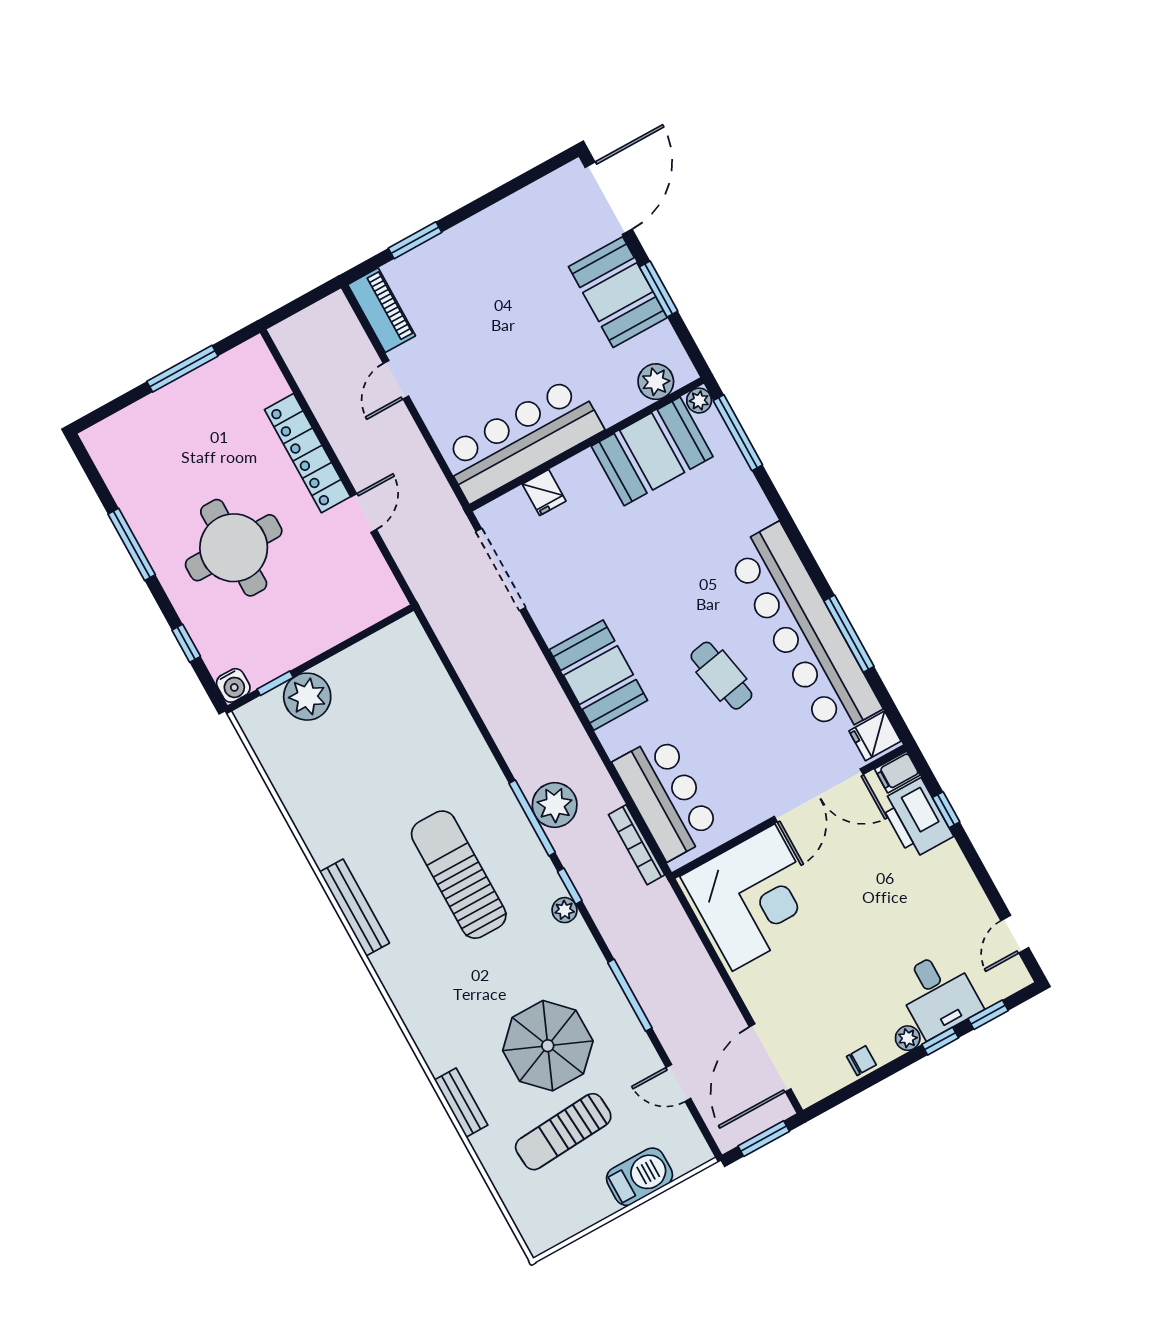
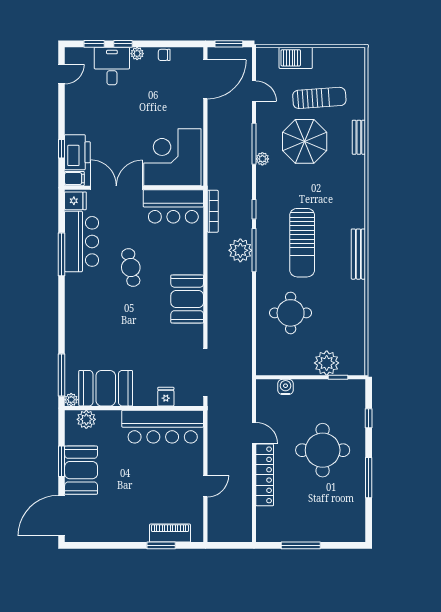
piano: (382, 310) -> (170, 533), moved, turned 90
door: (364, 513) -> (254, 433), swing flipped
bar counter: (803, 630) -> (82, 241), width x0.54
water cooler: (233, 685) -> (285, 387), moved
round table: (413, 747) -> (291, 313), added
bar counter: (667, 797) -> (173, 206), moved, turned -90
plant: (565, 910) -> (262, 159), moved

